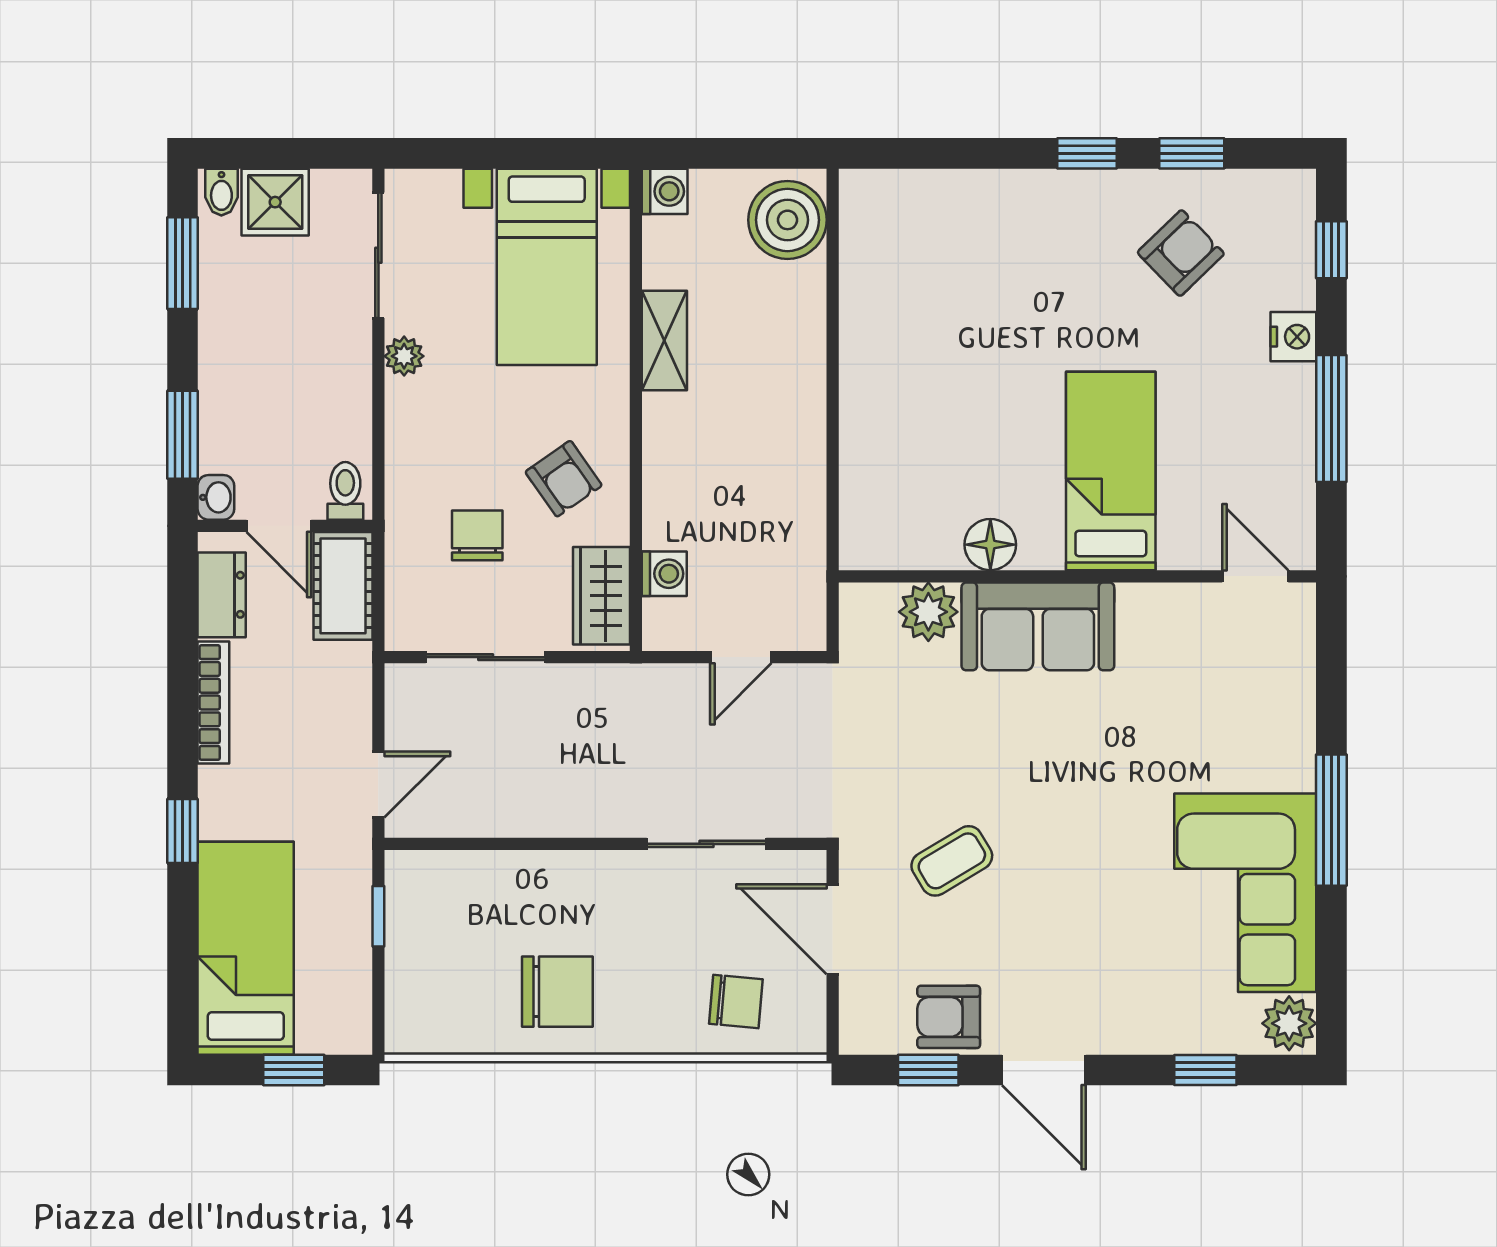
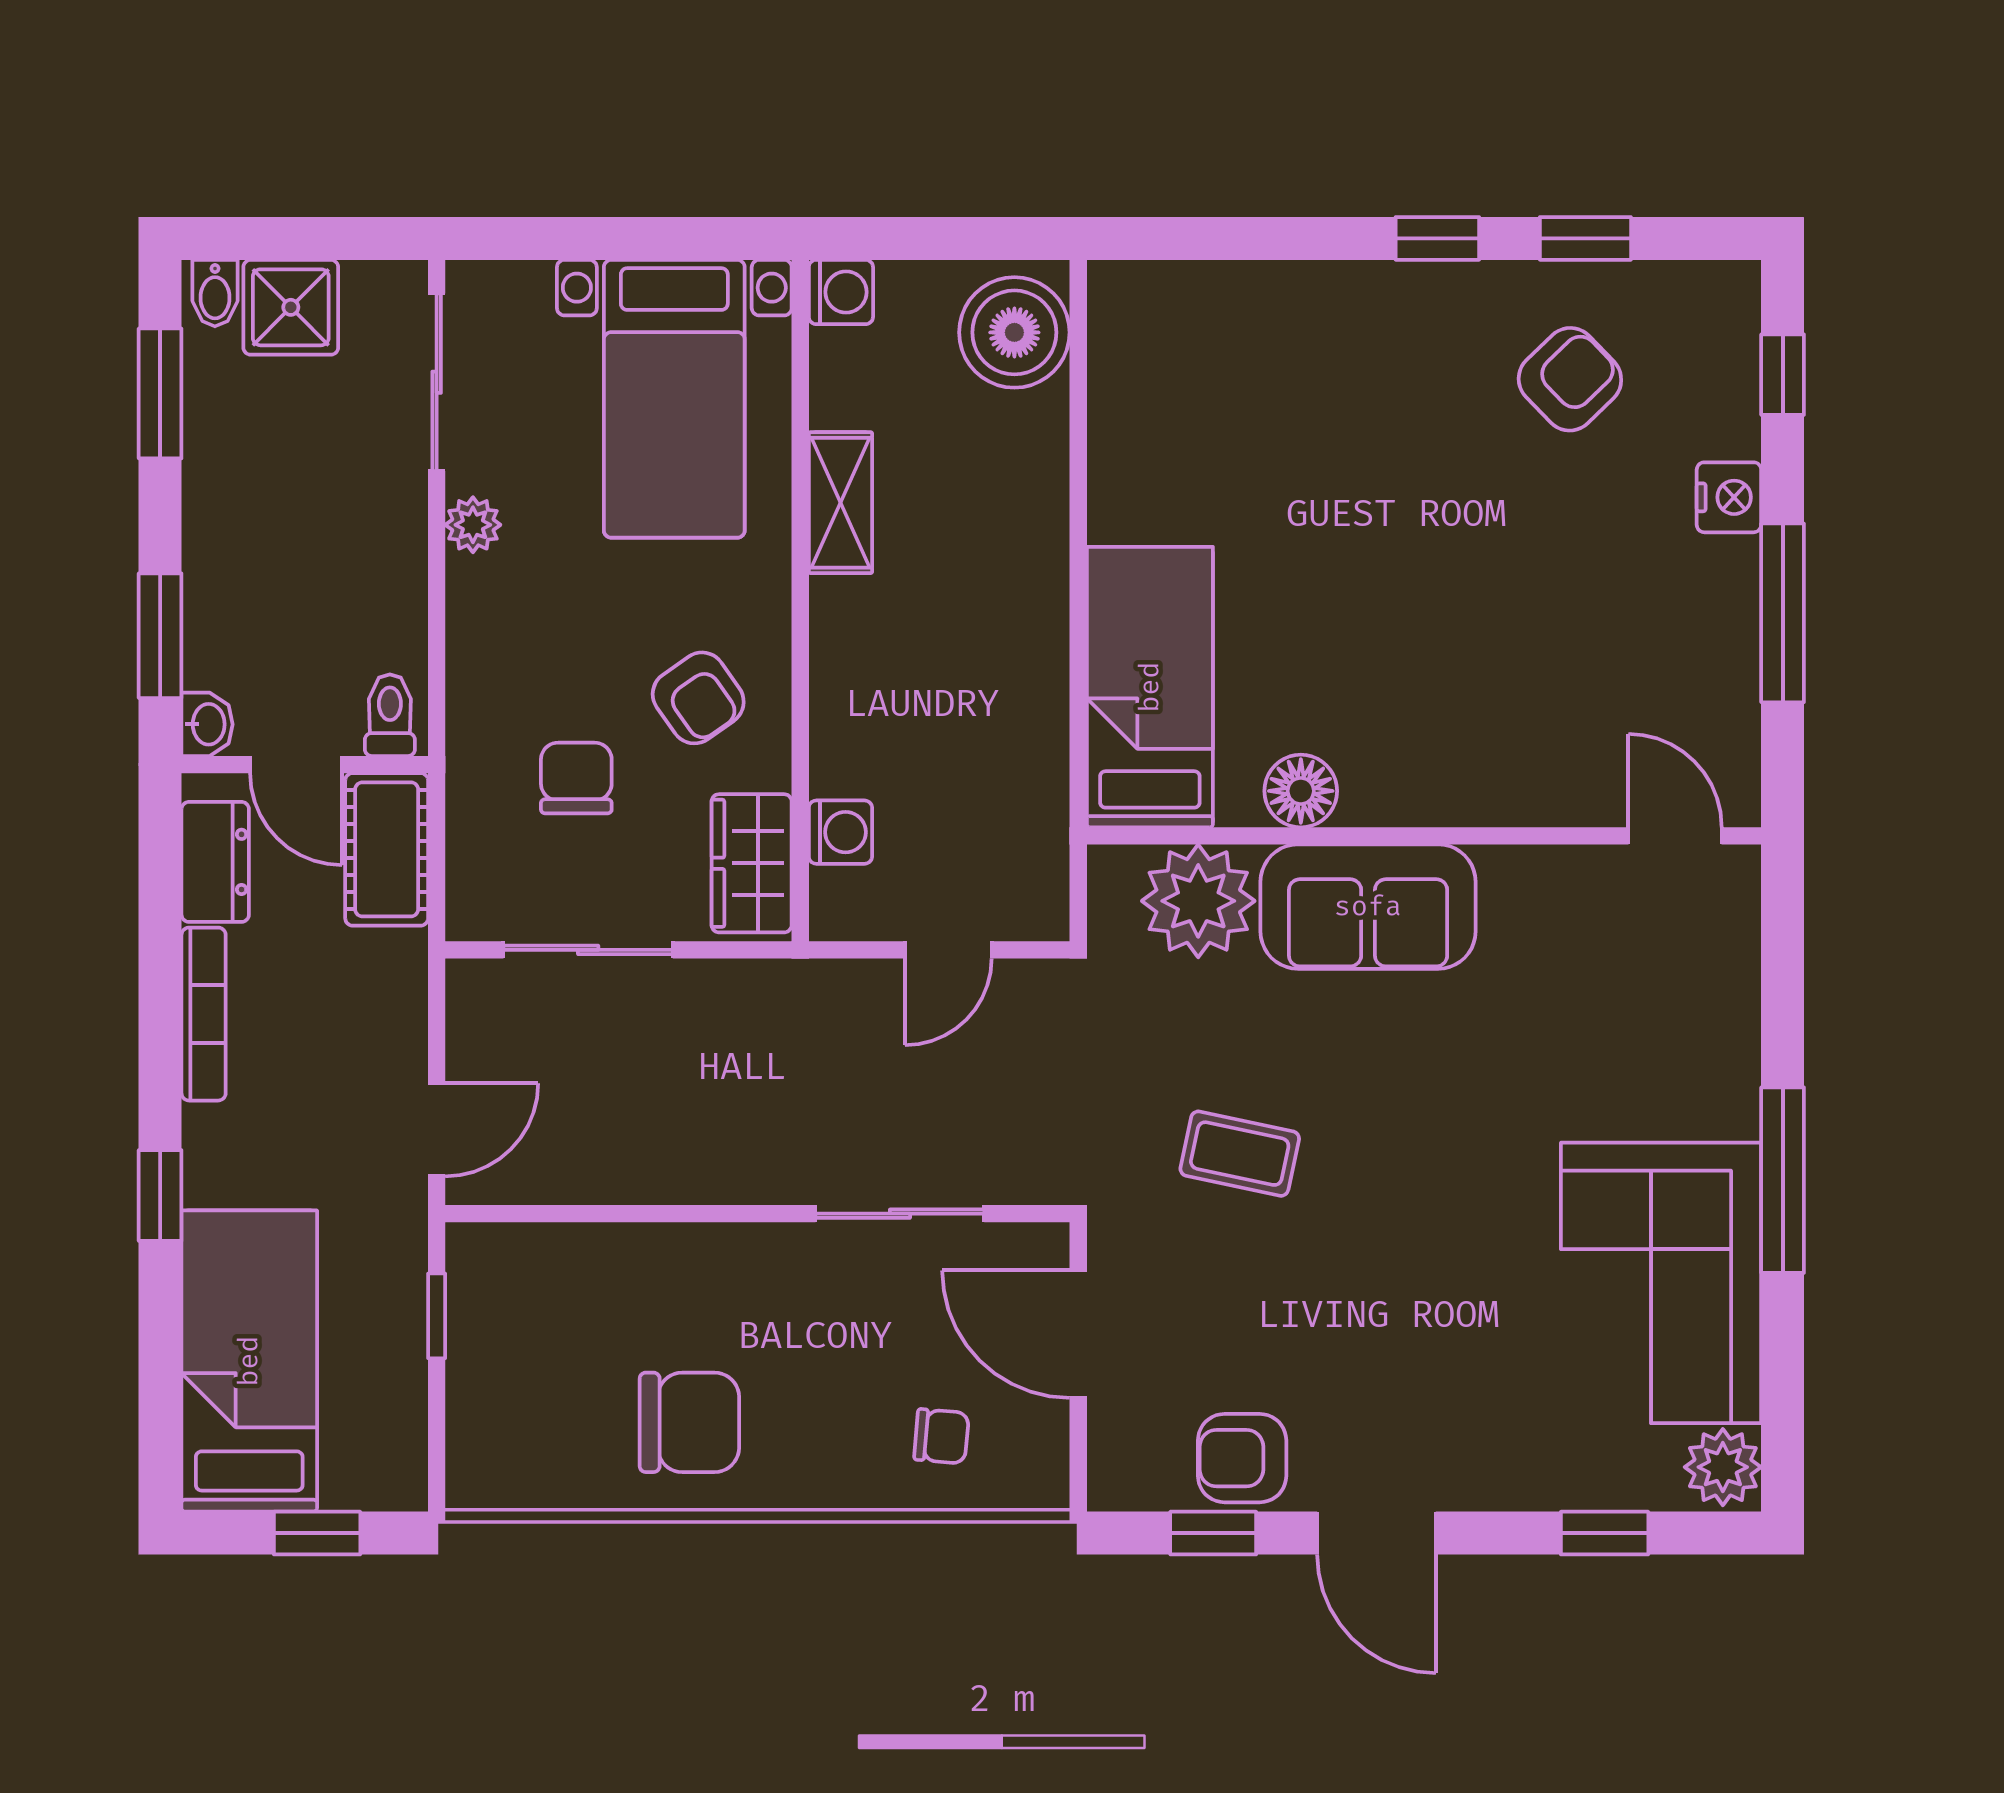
bed: (1111, 471) -> (1150, 687), moved
plant: (928, 612) -> (1198, 901), width x1.36, depth x1.36
coffee table: (952, 861) -> (1240, 1154), moved, turned 43
chair: (736, 1001) -> (941, 1436), width x0.73, depth x0.73

